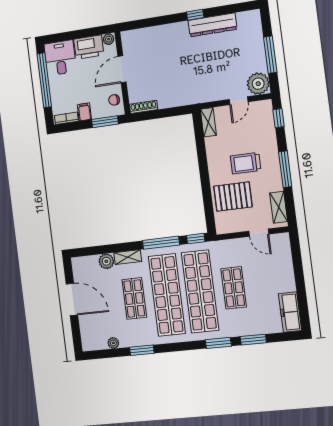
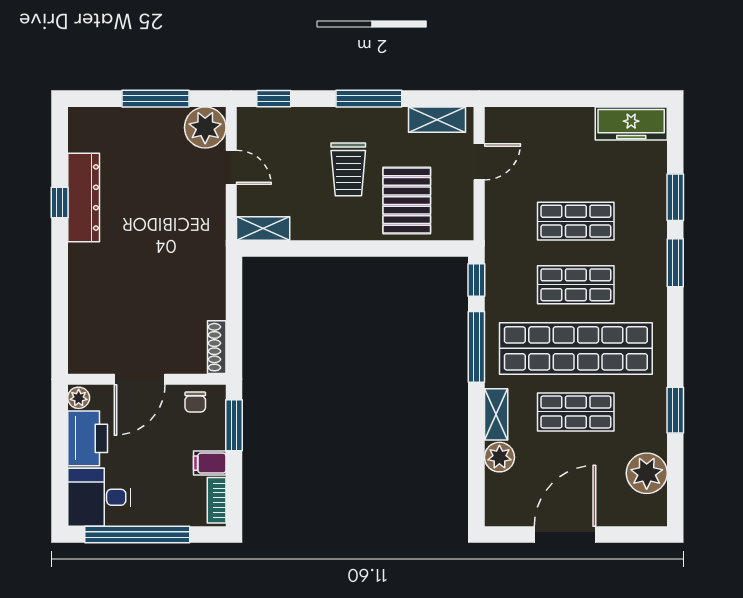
window: (195, 15) -> (60, 202), moved
door: (122, 69) -> (140, 379), hinge flipped
shop shelf: (200, 291) -> (576, 285), width x0.50, depth x0.74
plant: (113, 343) -> (647, 473), width x1.88, depth x1.88

